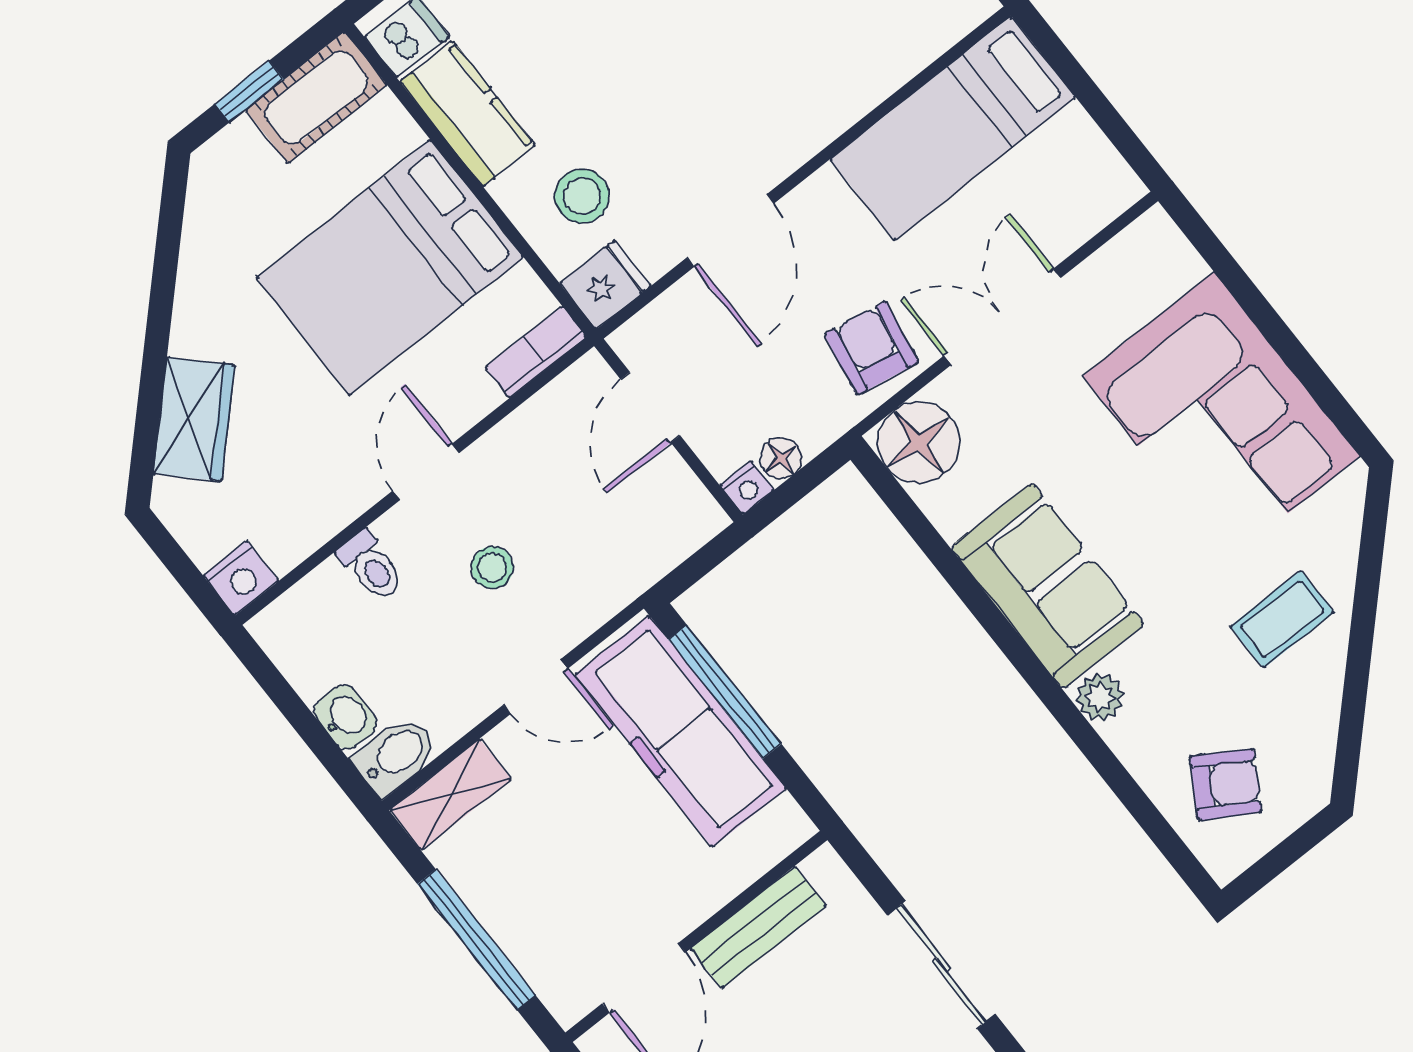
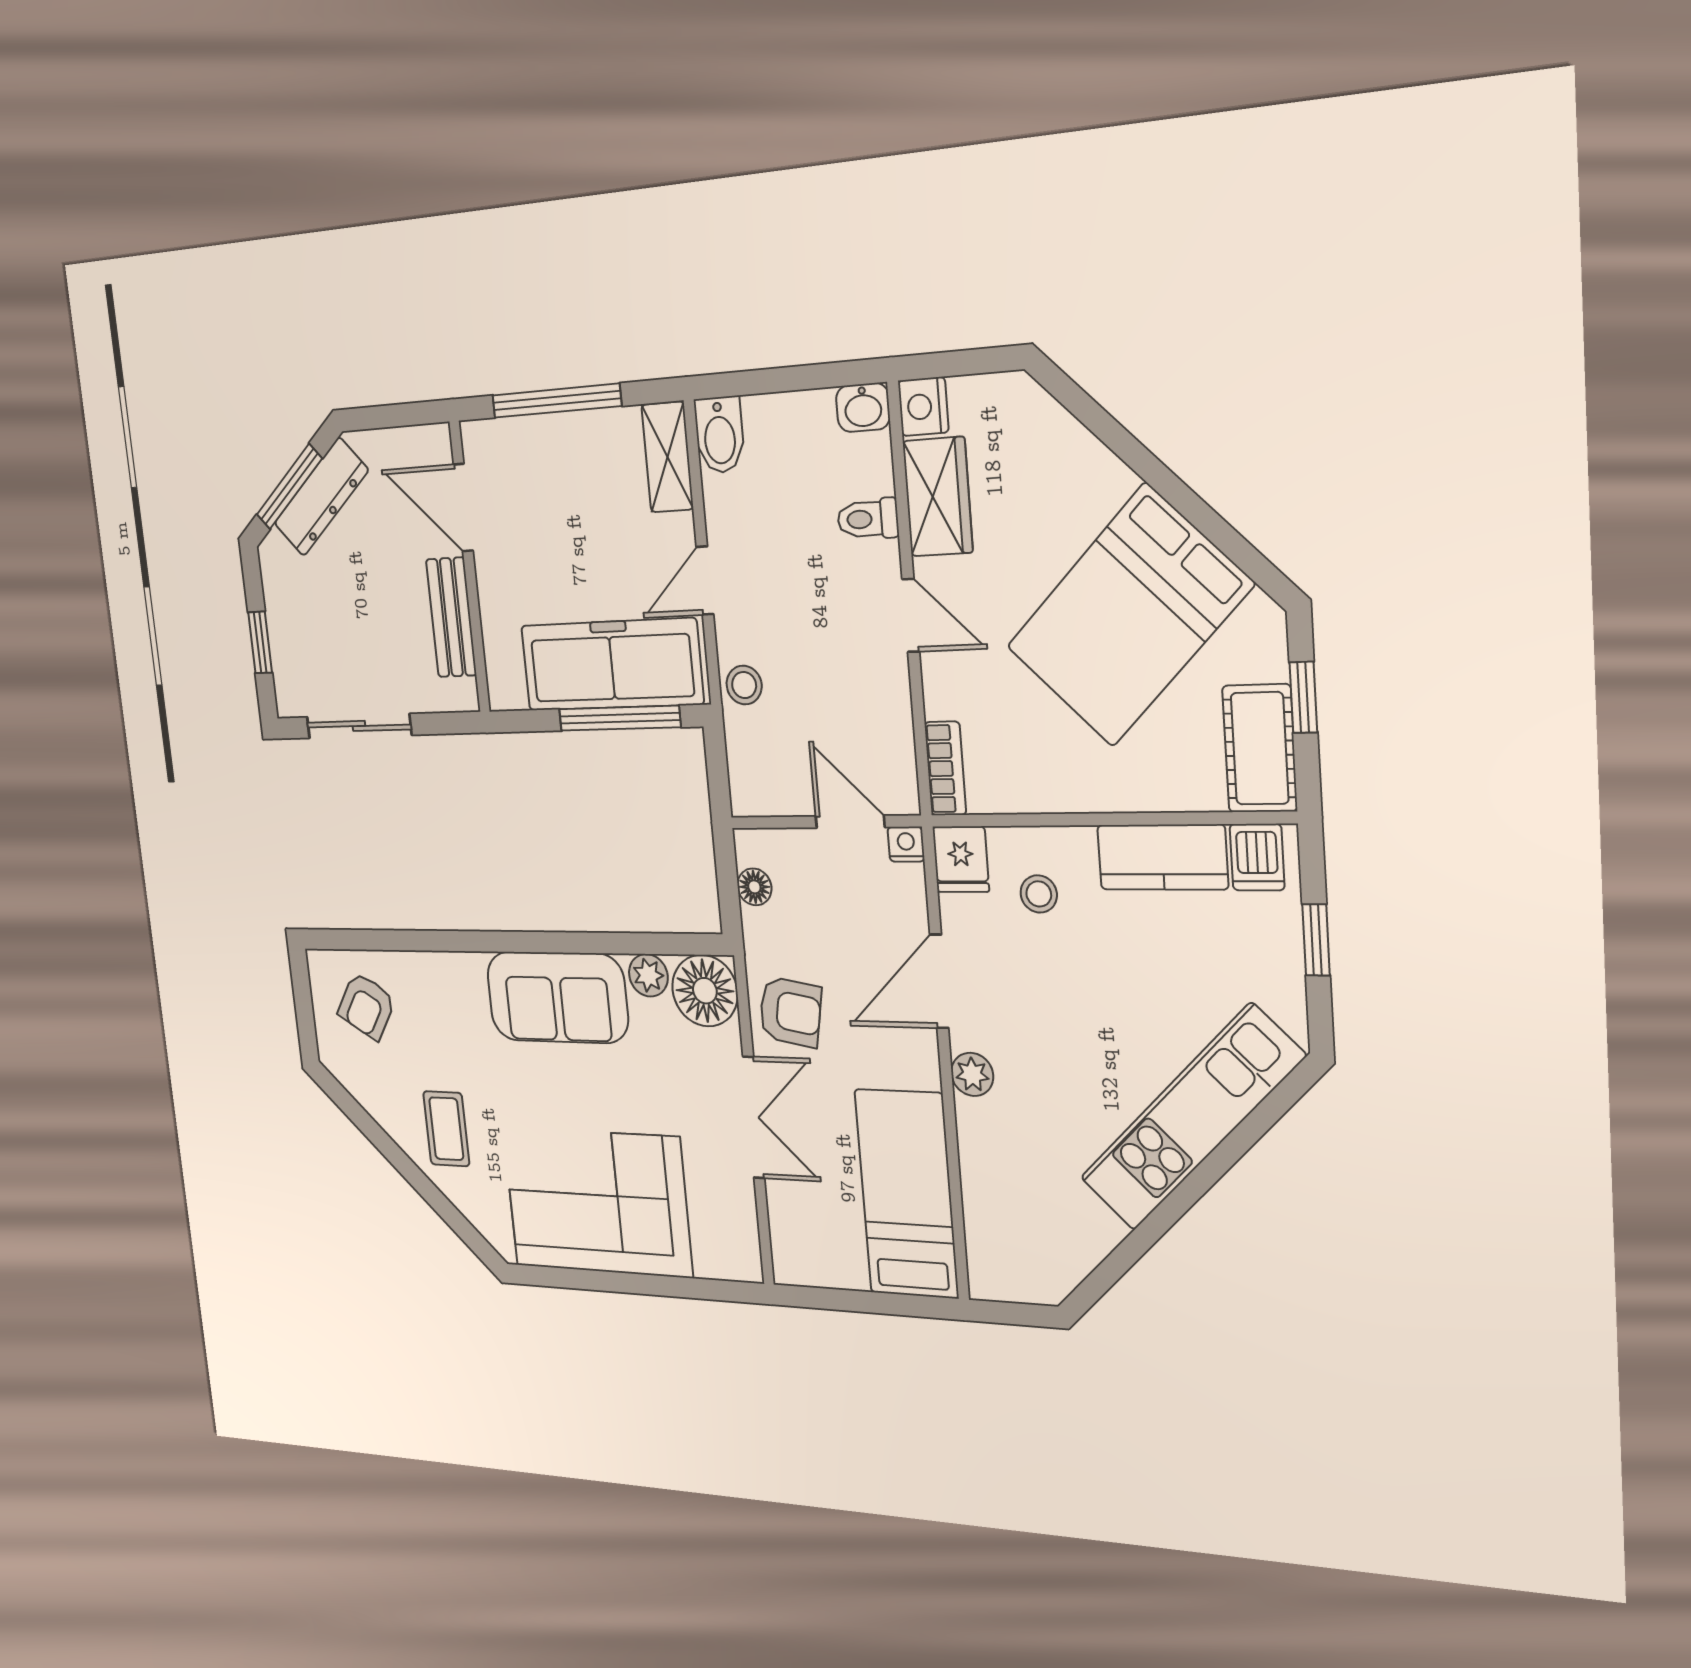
plant: (791, 145) -> (972, 1074), added
stool: (582, 196) -> (1039, 894), width x0.73, depth x0.73
door: (730, 231) -> (939, 981), hinge flipped
bed: (390, 267) -> (1129, 616), moved, turned -135
wardrobe: (194, 419) -> (938, 497), moved, turned -135
nightstand: (747, 488) -> (906, 844), moved, turned 90
stool: (492, 567) -> (744, 685), moved
plant: (1100, 697) -> (648, 975), moved
washbasin: (345, 717) -> (863, 407), moved

